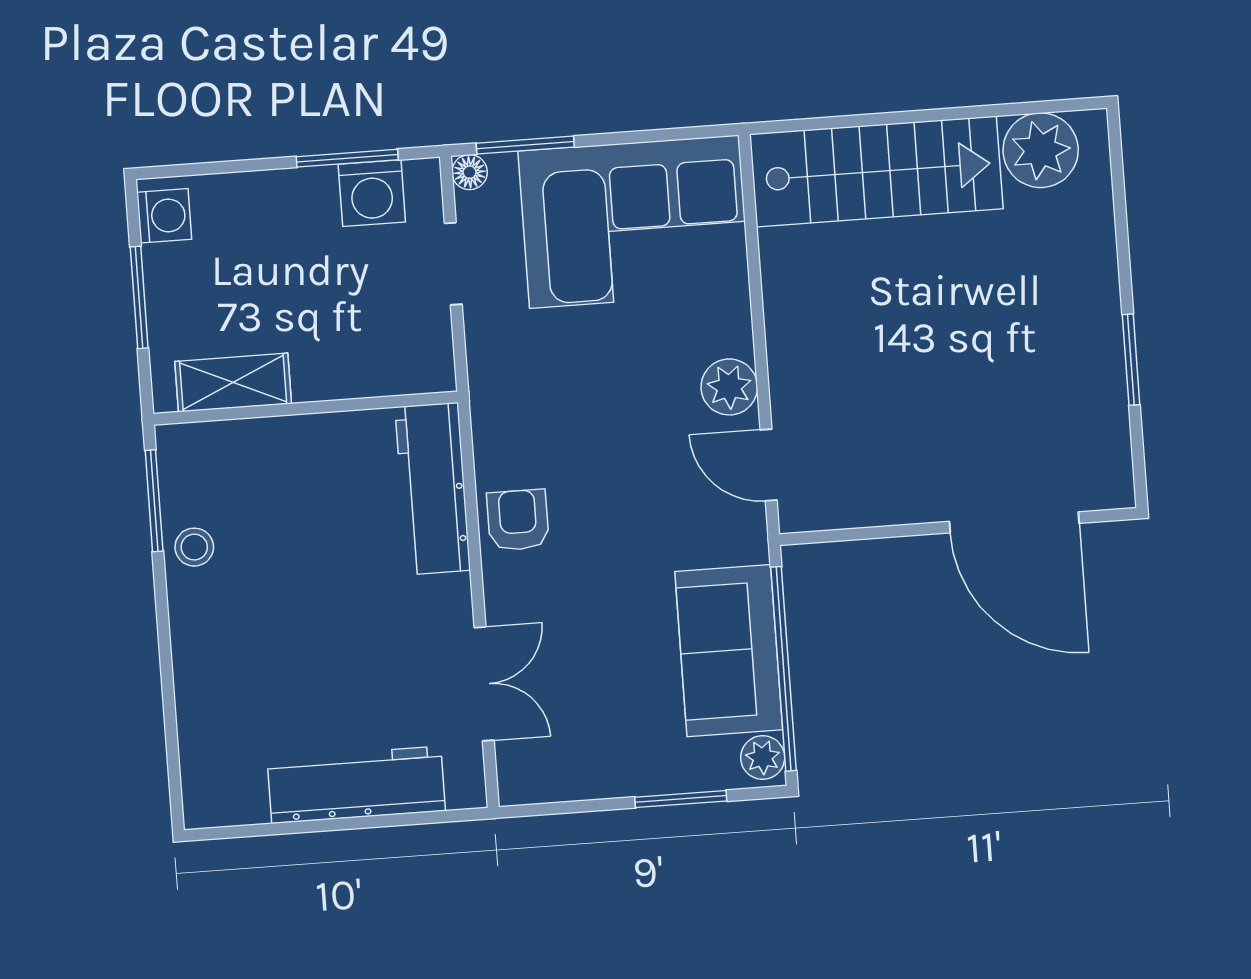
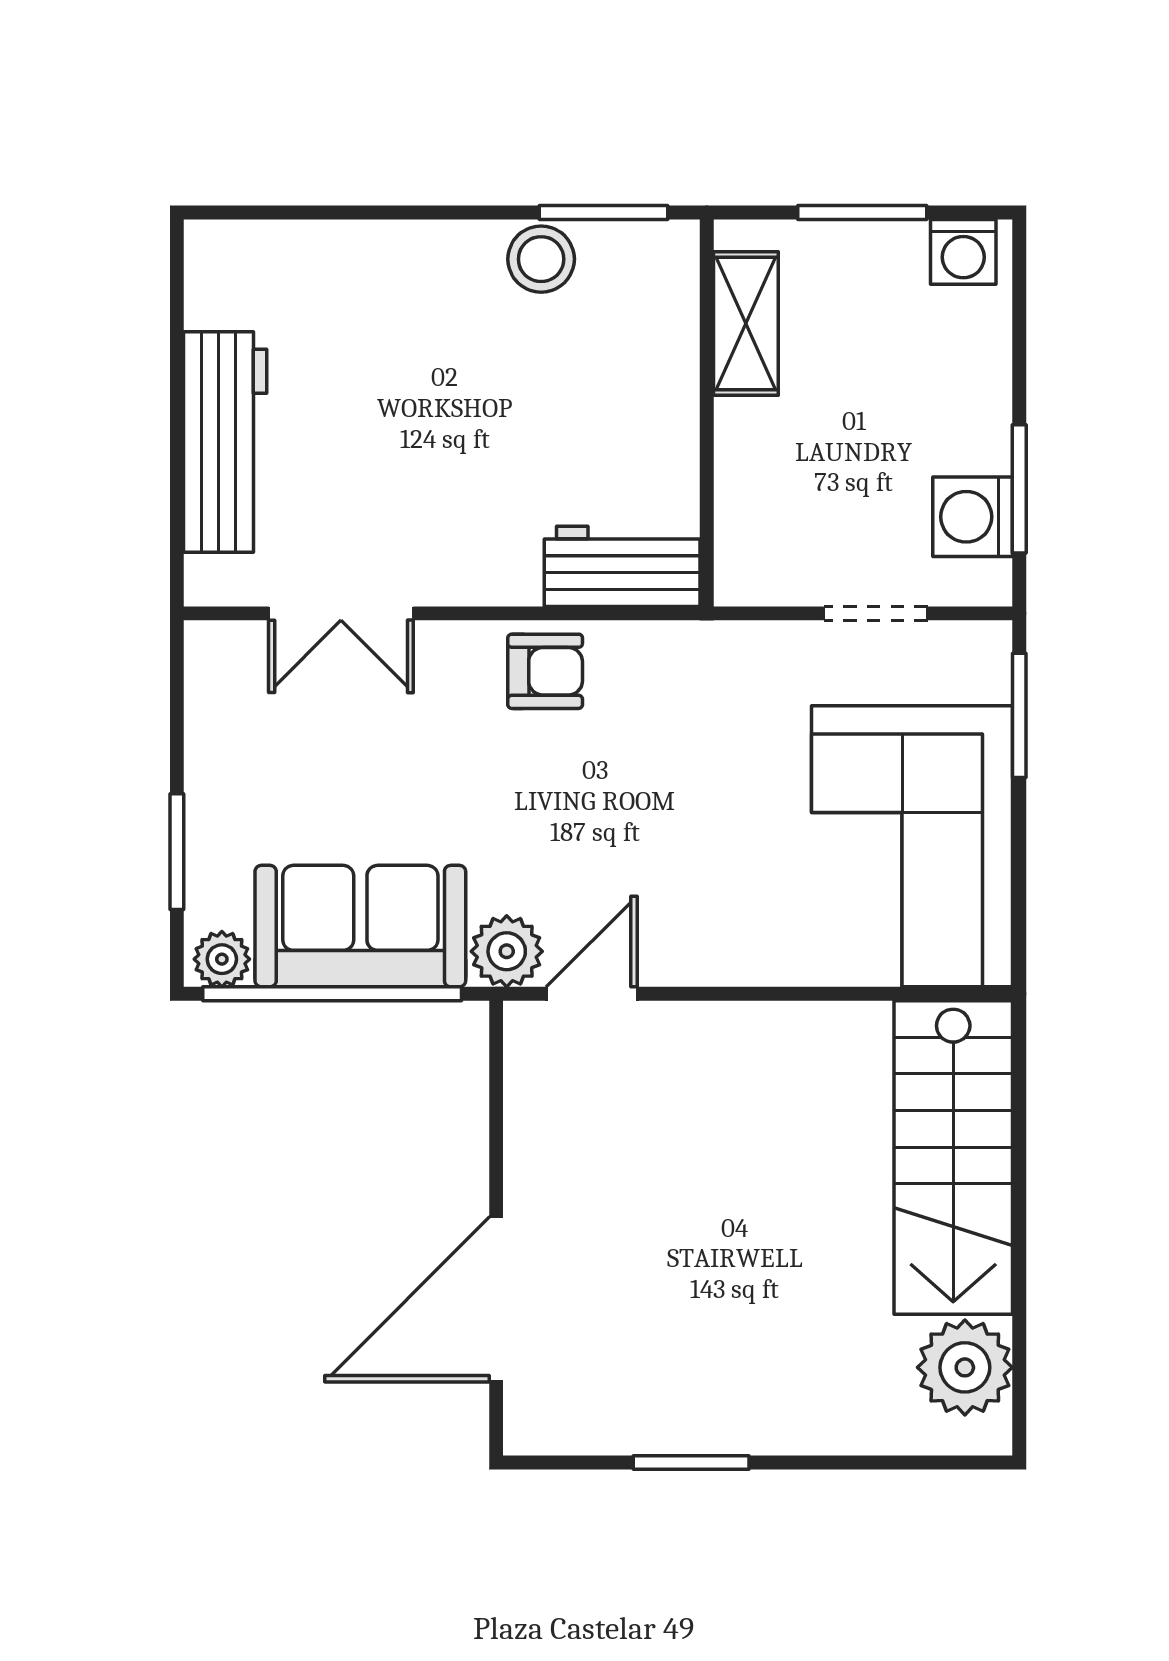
floor lamp: (470, 172) -> (990, 642), removed
plant: (729, 387) -> (507, 951), moved
workbench: (433, 489) -> (622, 566), width x0.73
stool: (194, 547) -> (541, 259), width x1.37, depth x1.37

